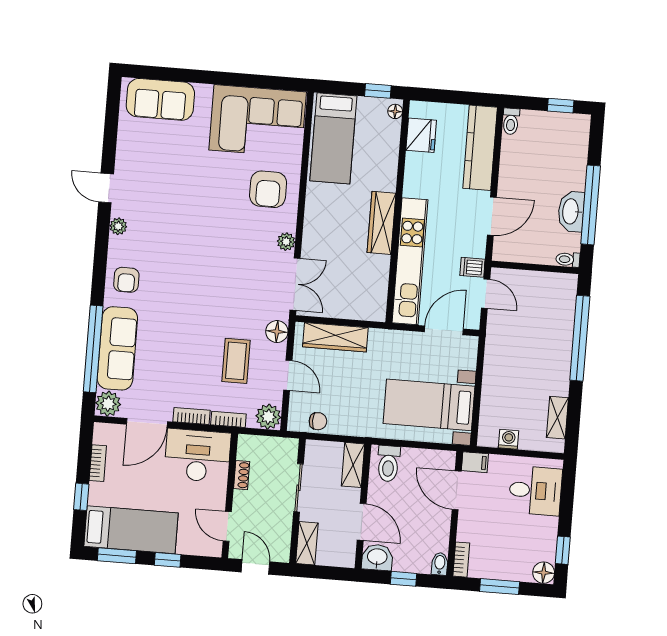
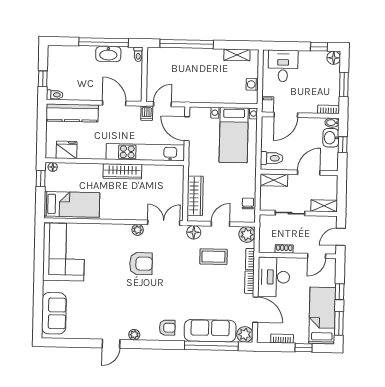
window: (561, 106) -> (43, 79), moved
armchair: (268, 189) -> (141, 264), moved
washbasin: (377, 557) -> (331, 138), moved

